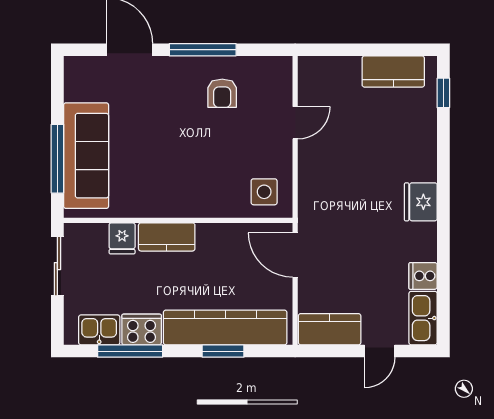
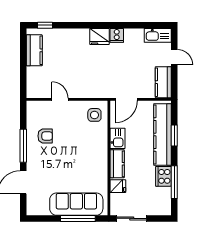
cooker: (423, 276) -> (117, 35), moved
kitchen sink: (99, 330) -> (117, 138), moved, turned 180

